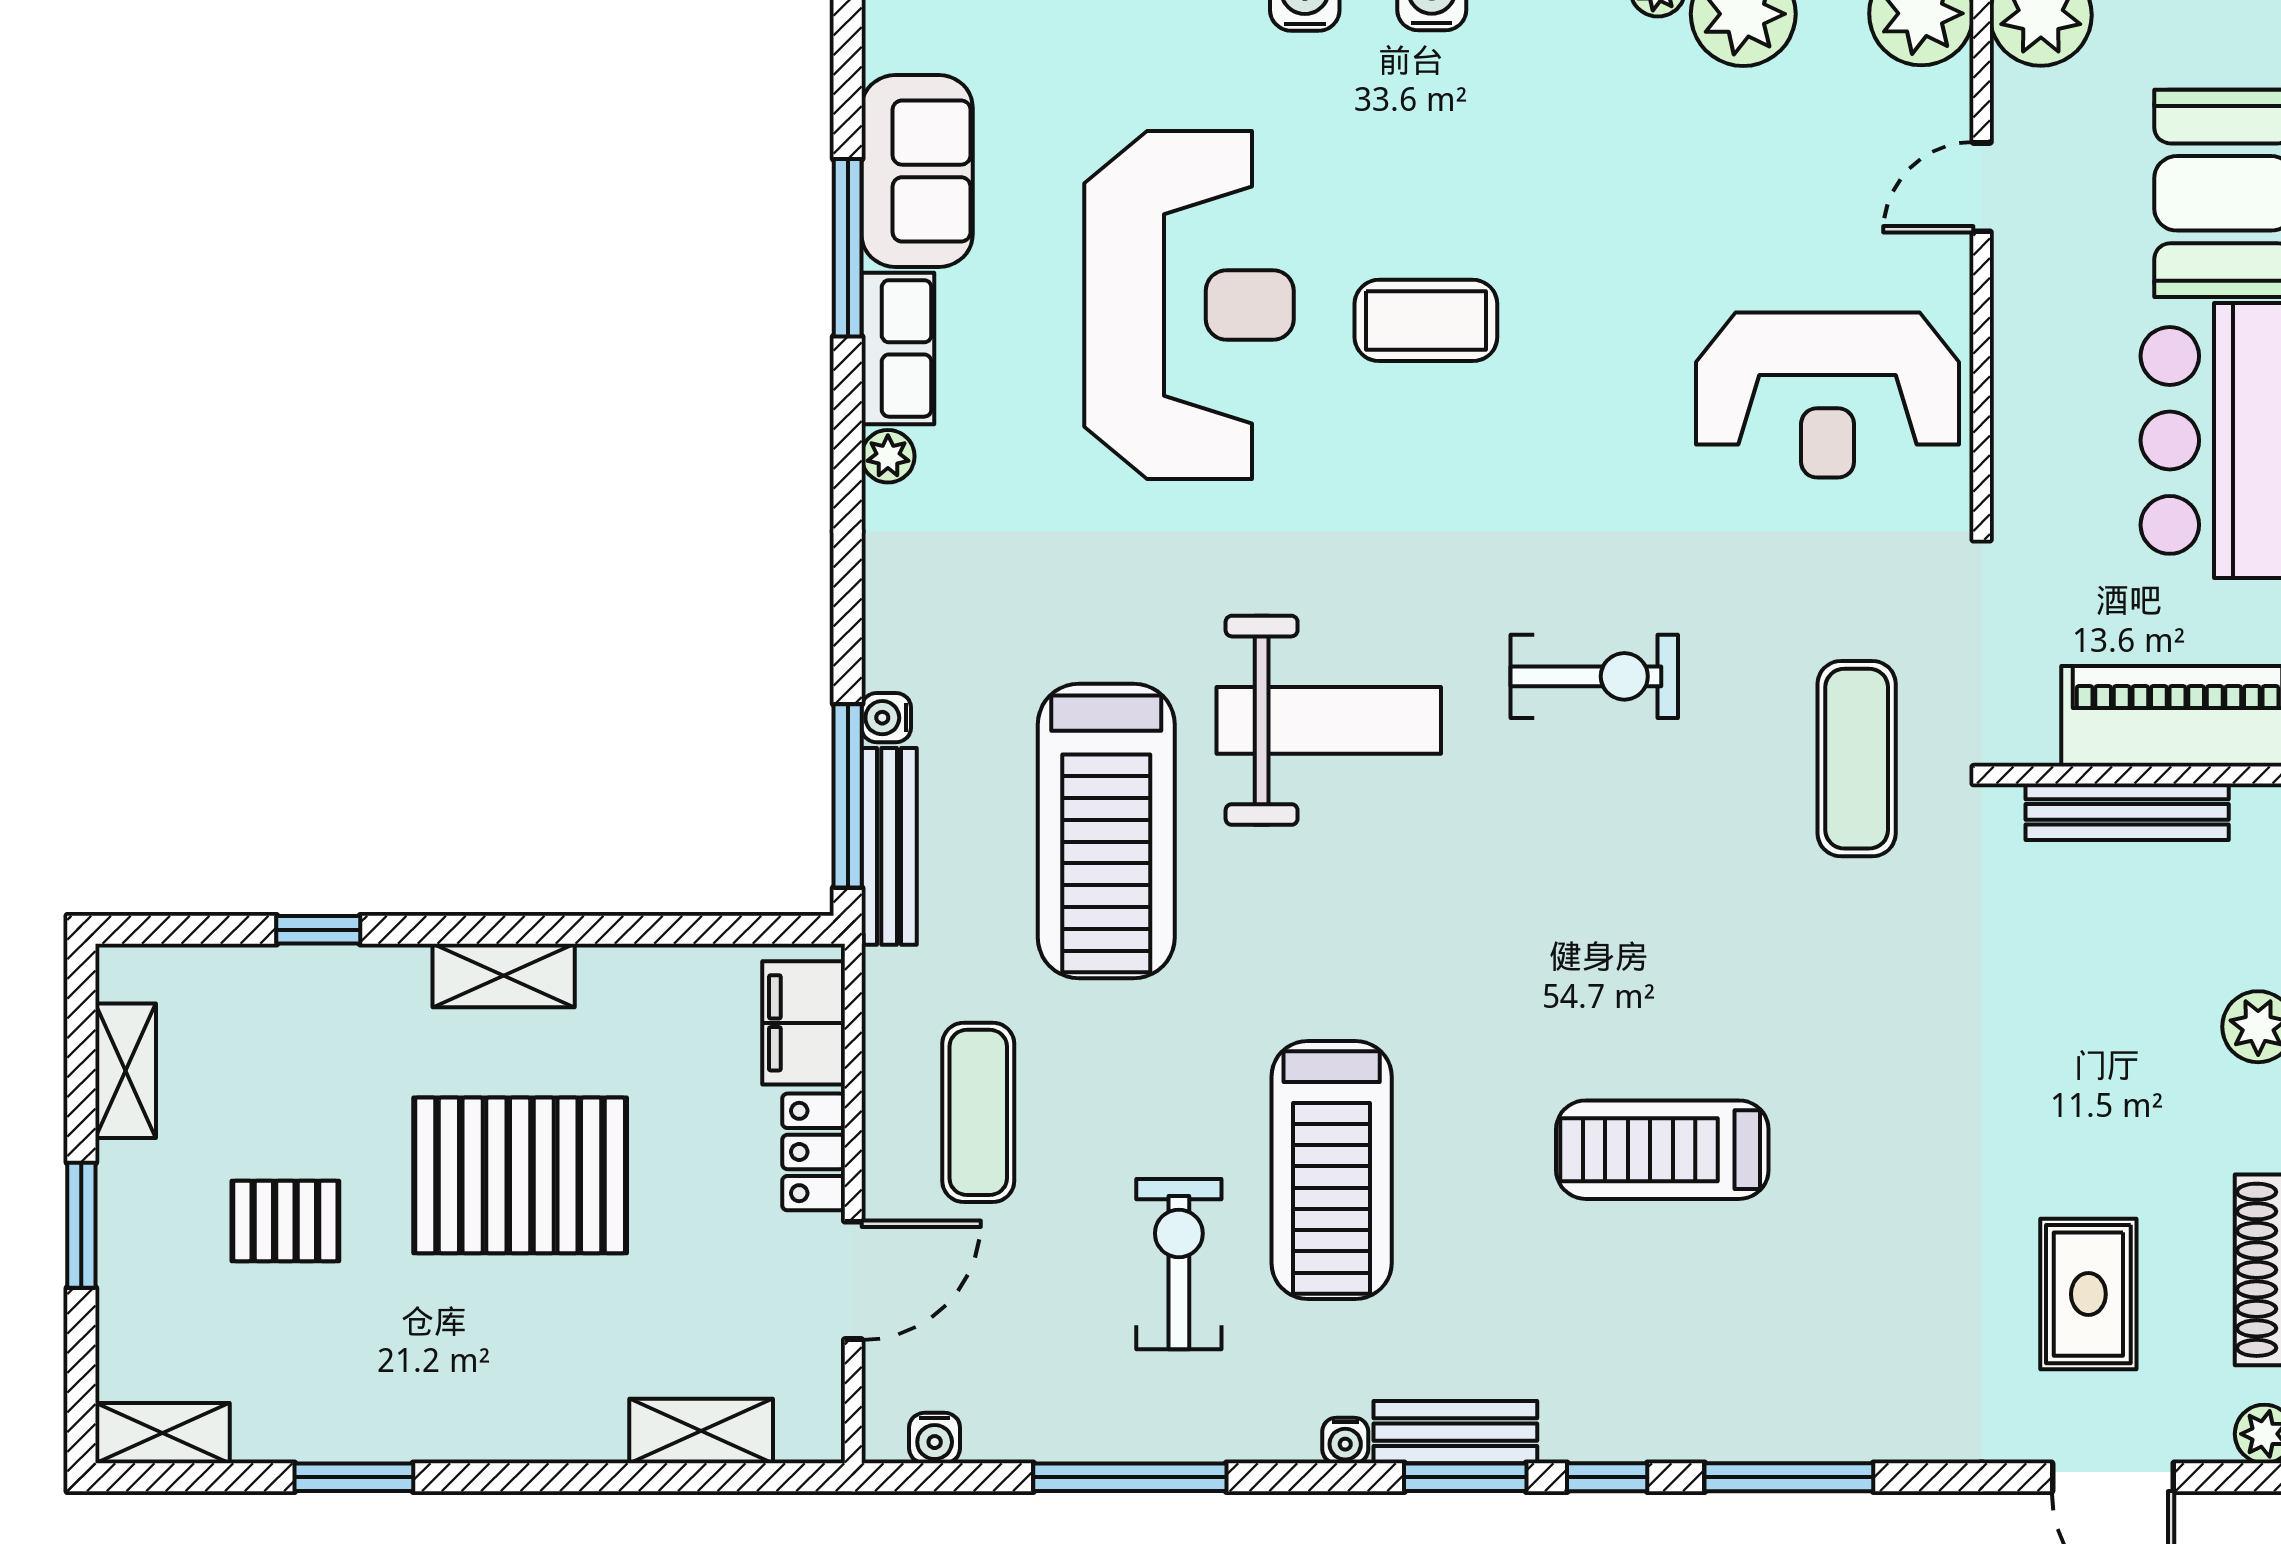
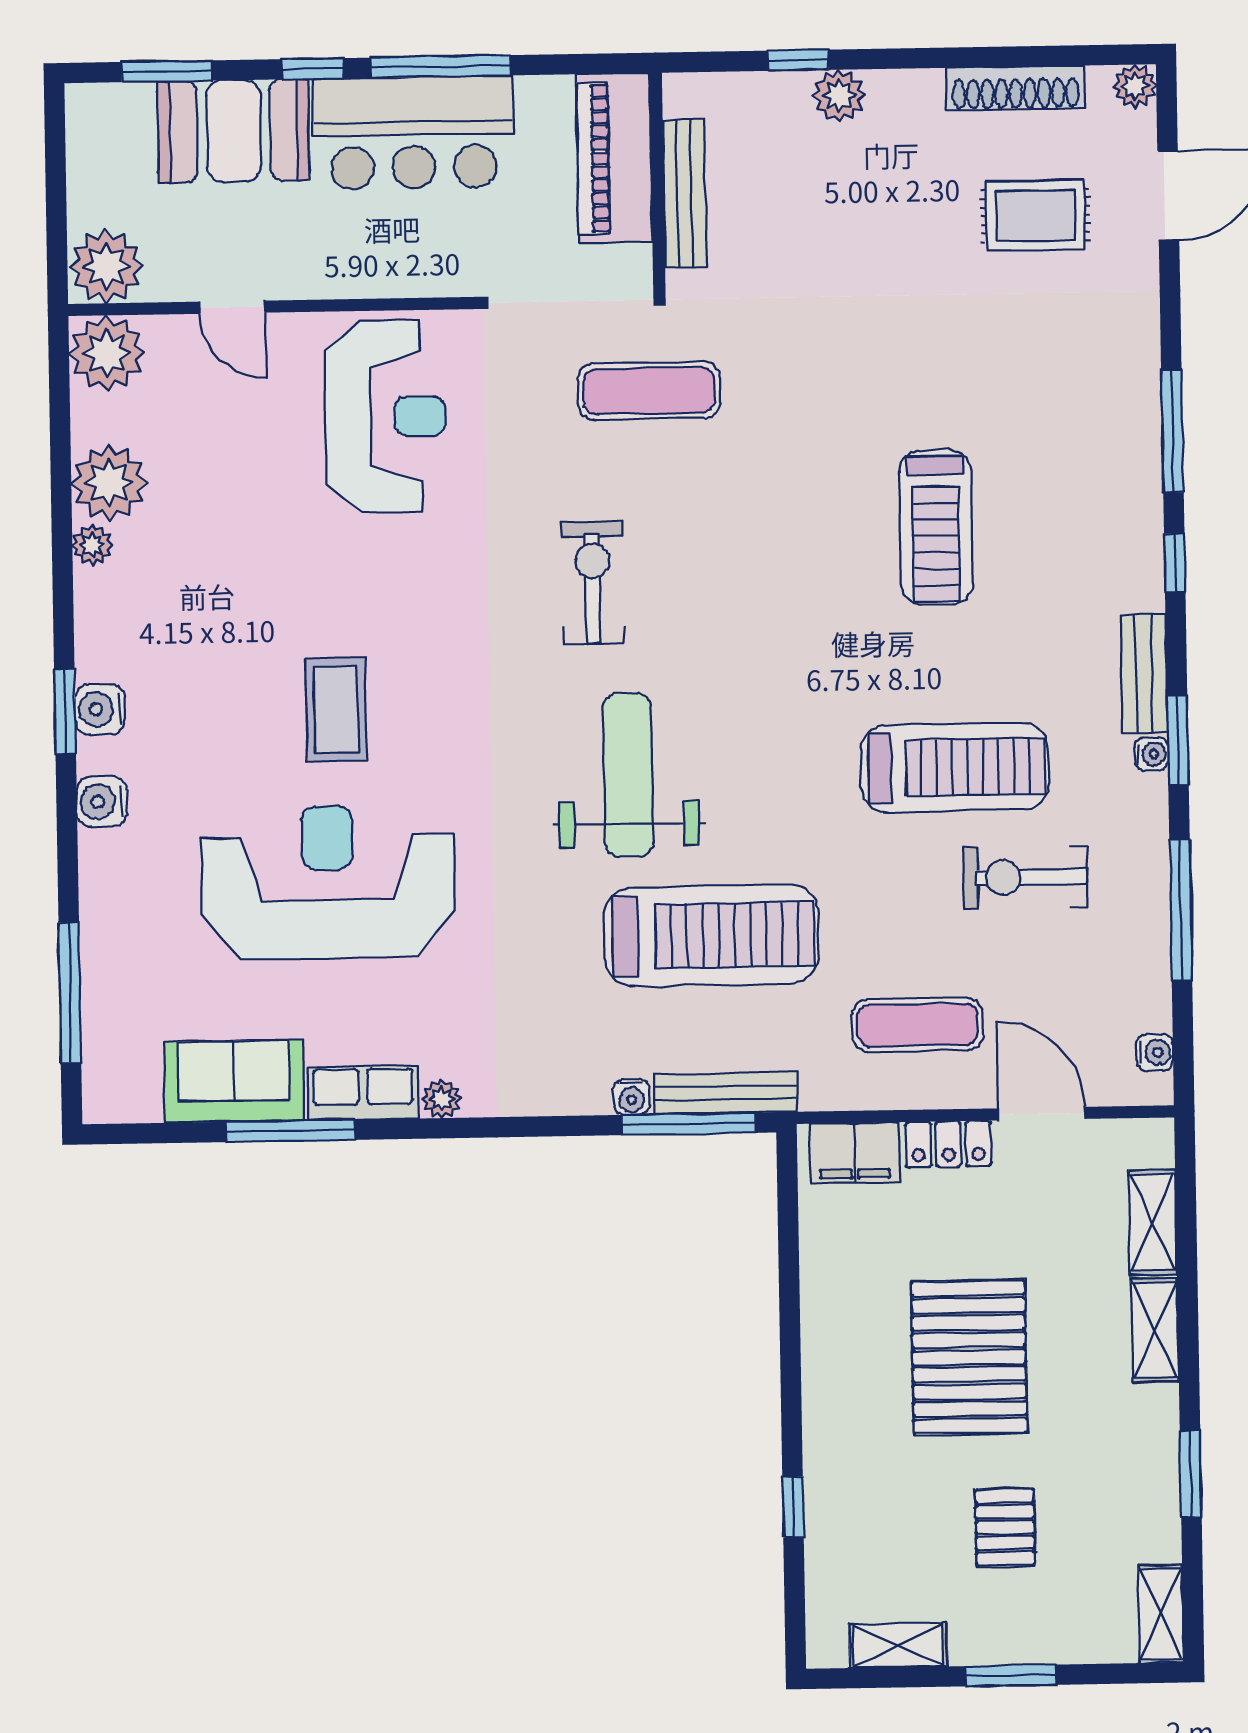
shelving: (504, 976) -> (1155, 1330), moved
window: (1465, 1477) -> (1178, 740), moved

